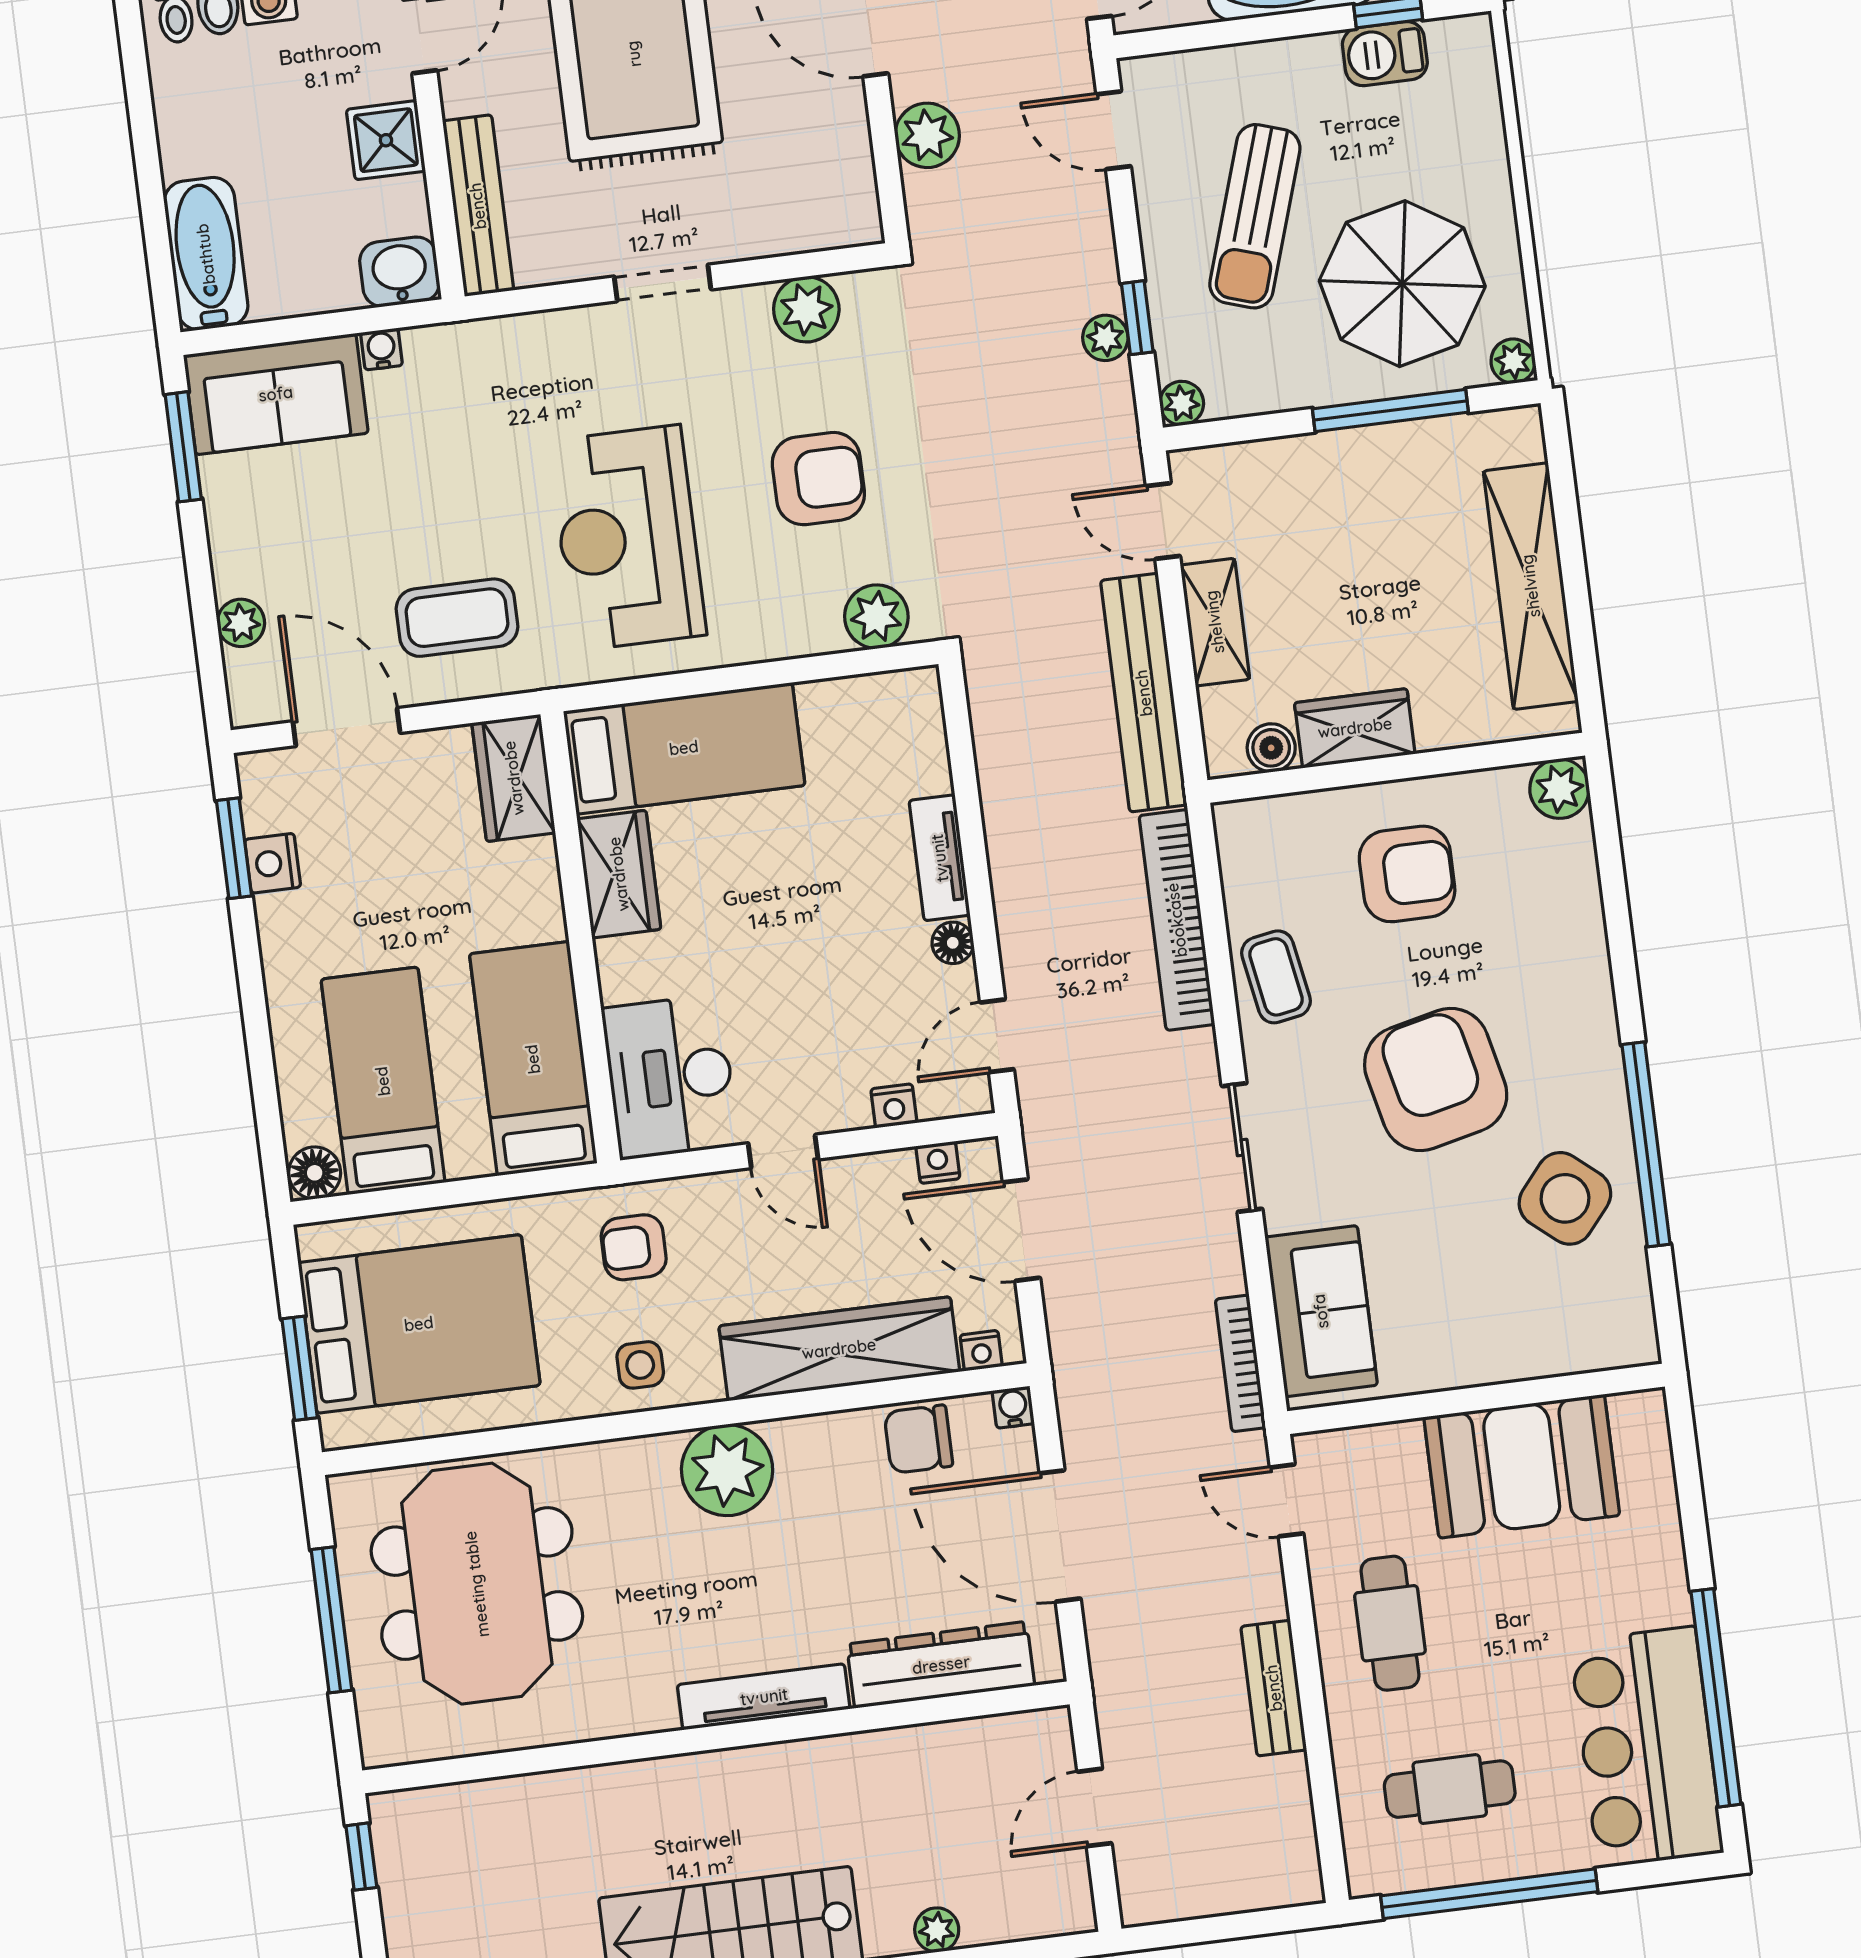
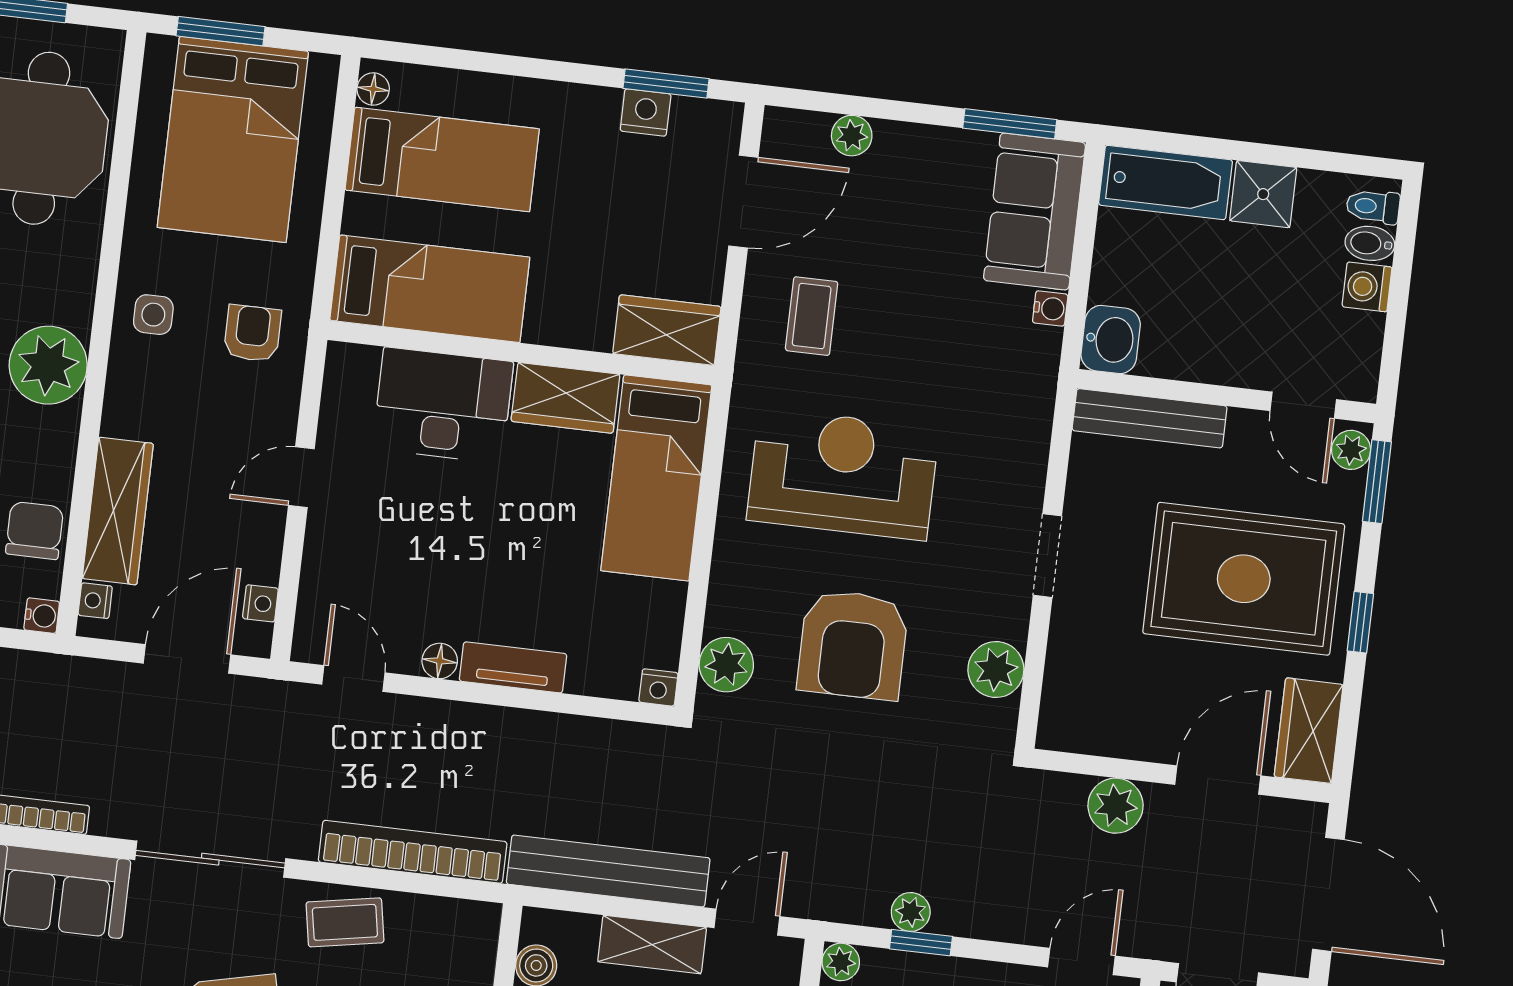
shower: (386, 140) -> (1263, 194), moved
armchair: (818, 479) -> (853, 645), width x1.36, depth x1.36
coffee table: (457, 618) -> (812, 316), width x0.73, depth x0.77
desk: (670, 1077) -> (443, 405), moved
nightstand: (894, 1106) -> (658, 687), moved, turned -90
sliding door: (1242, 1147) -> (210, 859), width x1.37
floor lamp: (315, 1173) -> (373, 89), width x0.73, depth x0.73
wardrobe: (839, 1349) -> (118, 511), width x0.71, depth x0.85

